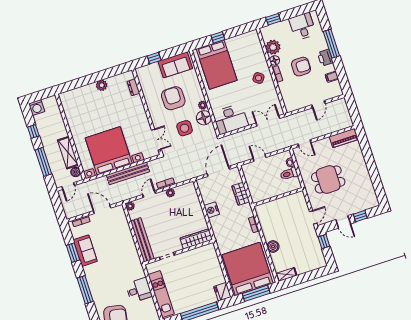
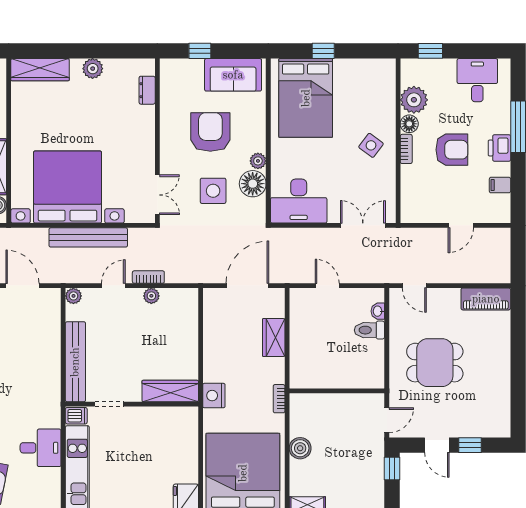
wardrobe: (75, 95) -> (40, 70), added
wall: (278, 197) -> (337, 391), moved
nightstand: (212, 210) -> (214, 396), moved
dishwasher: (152, 268) -> (76, 416), added

